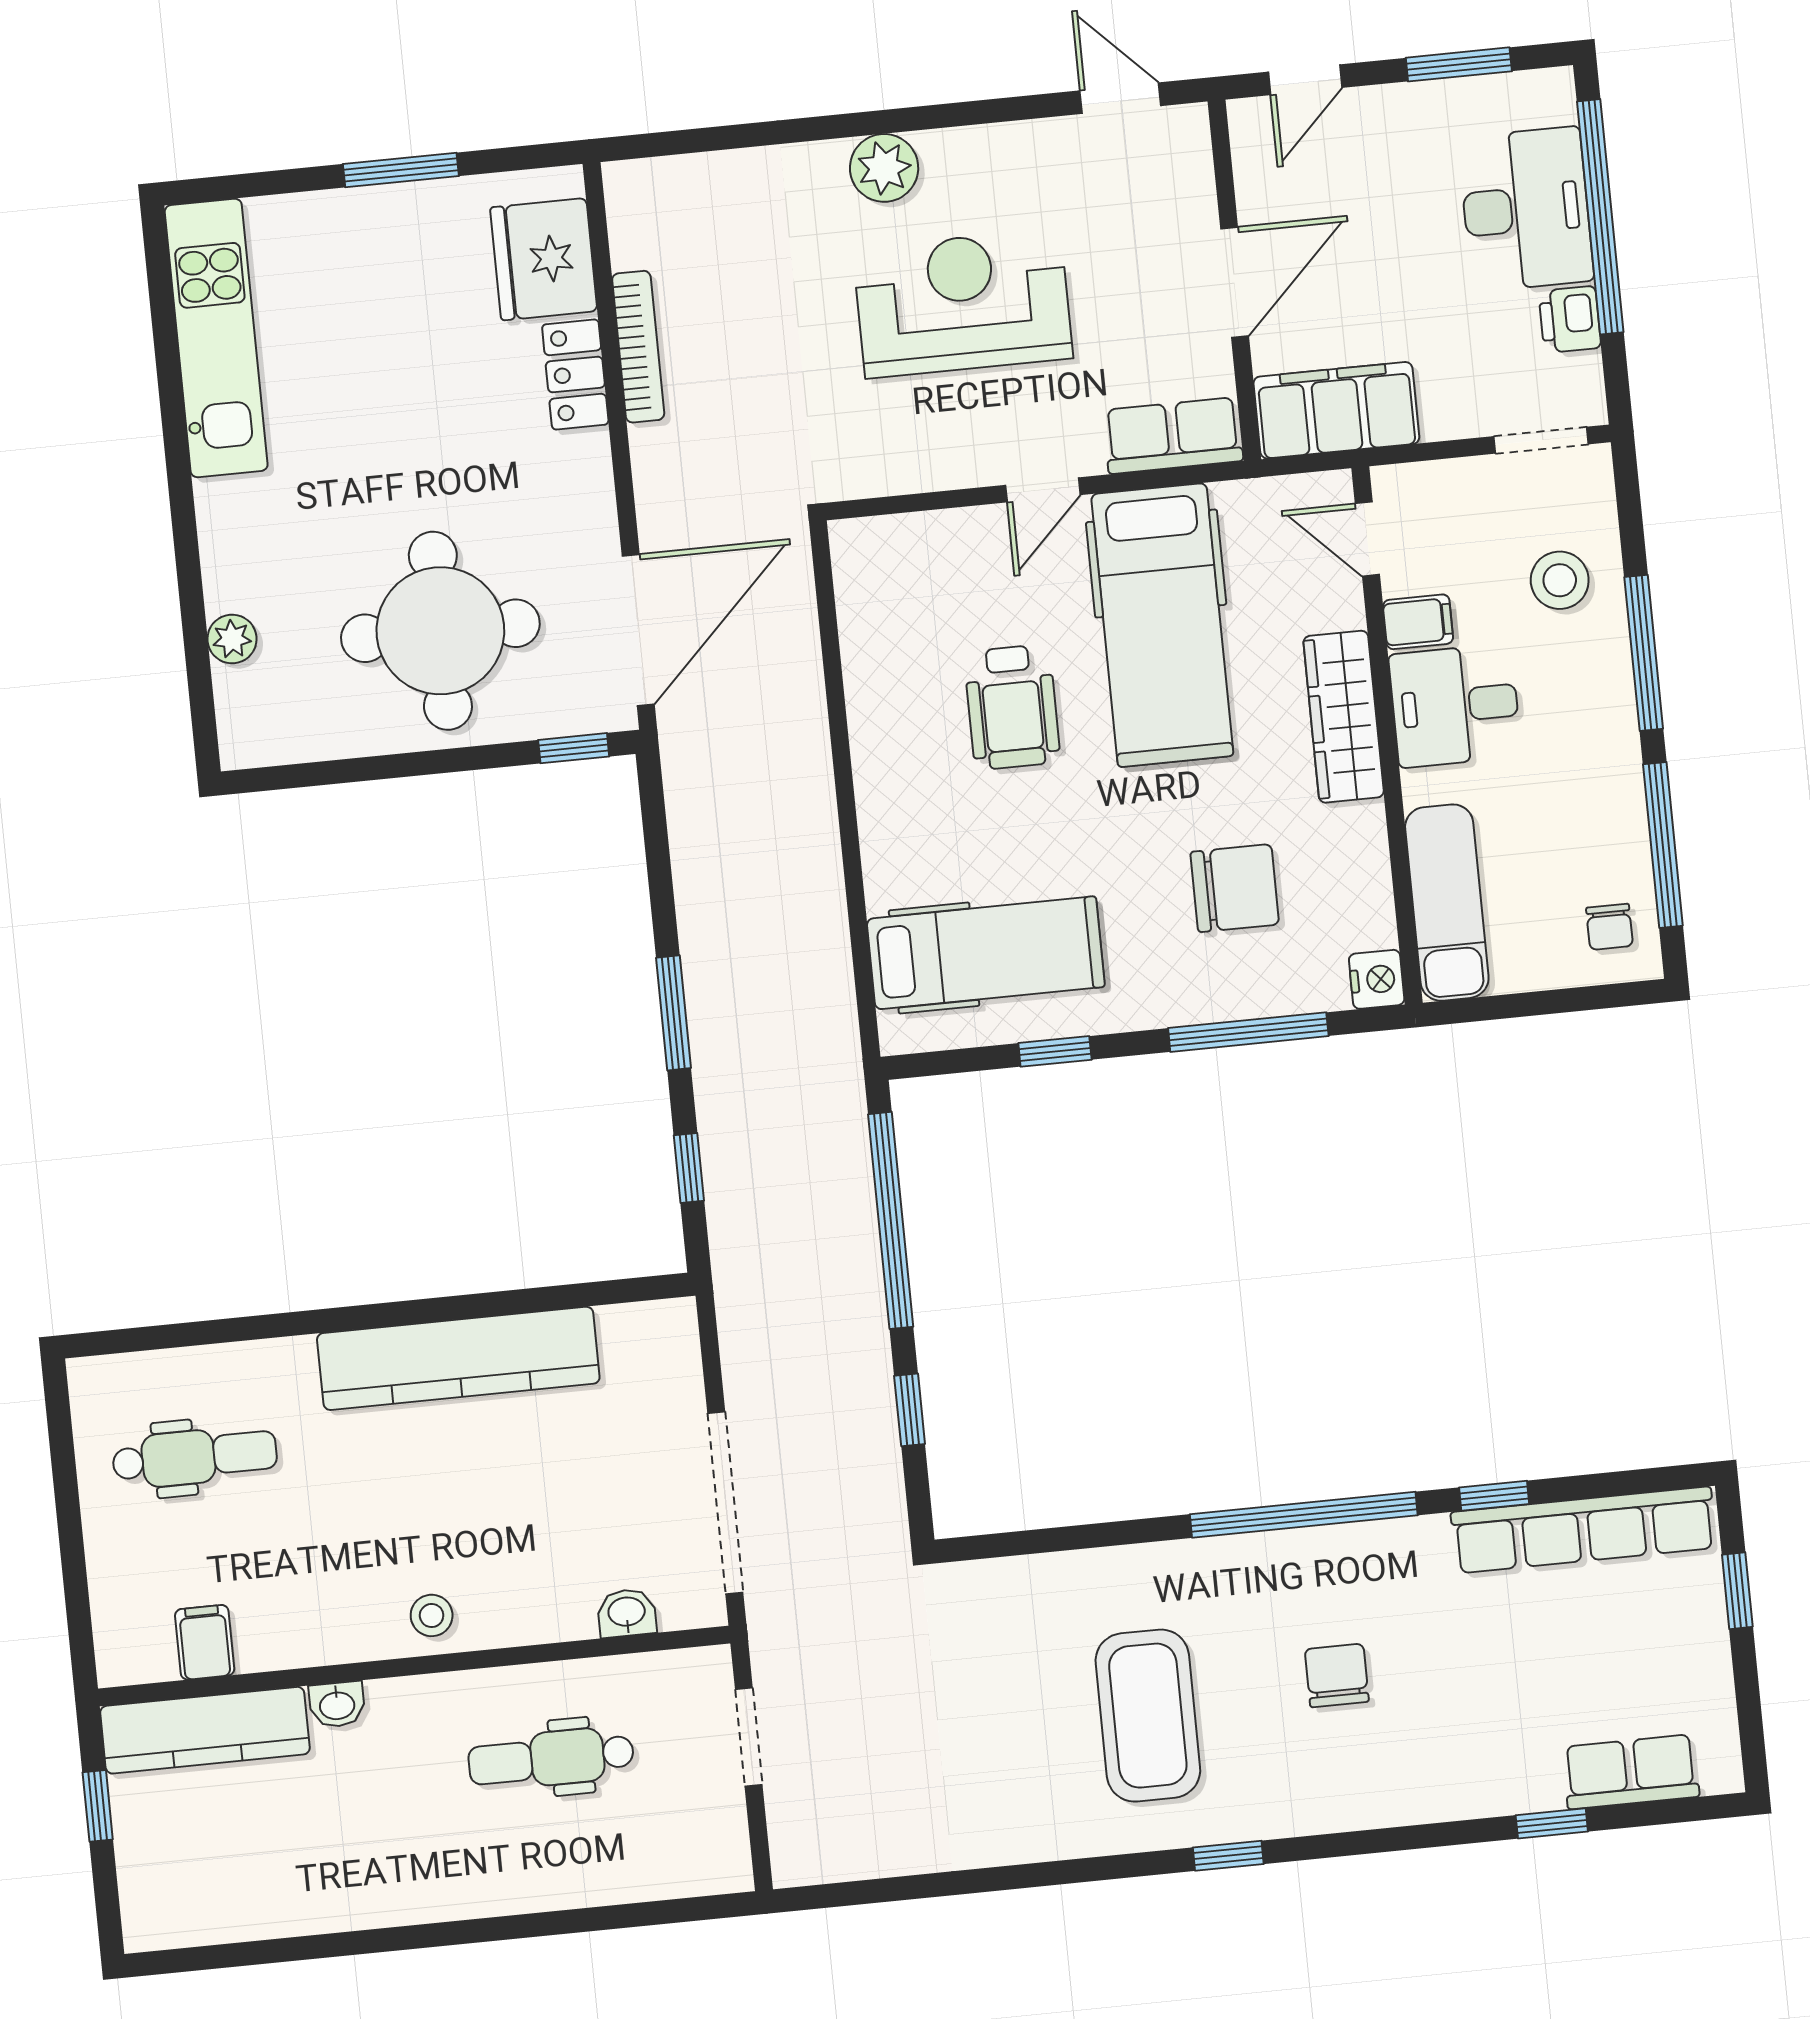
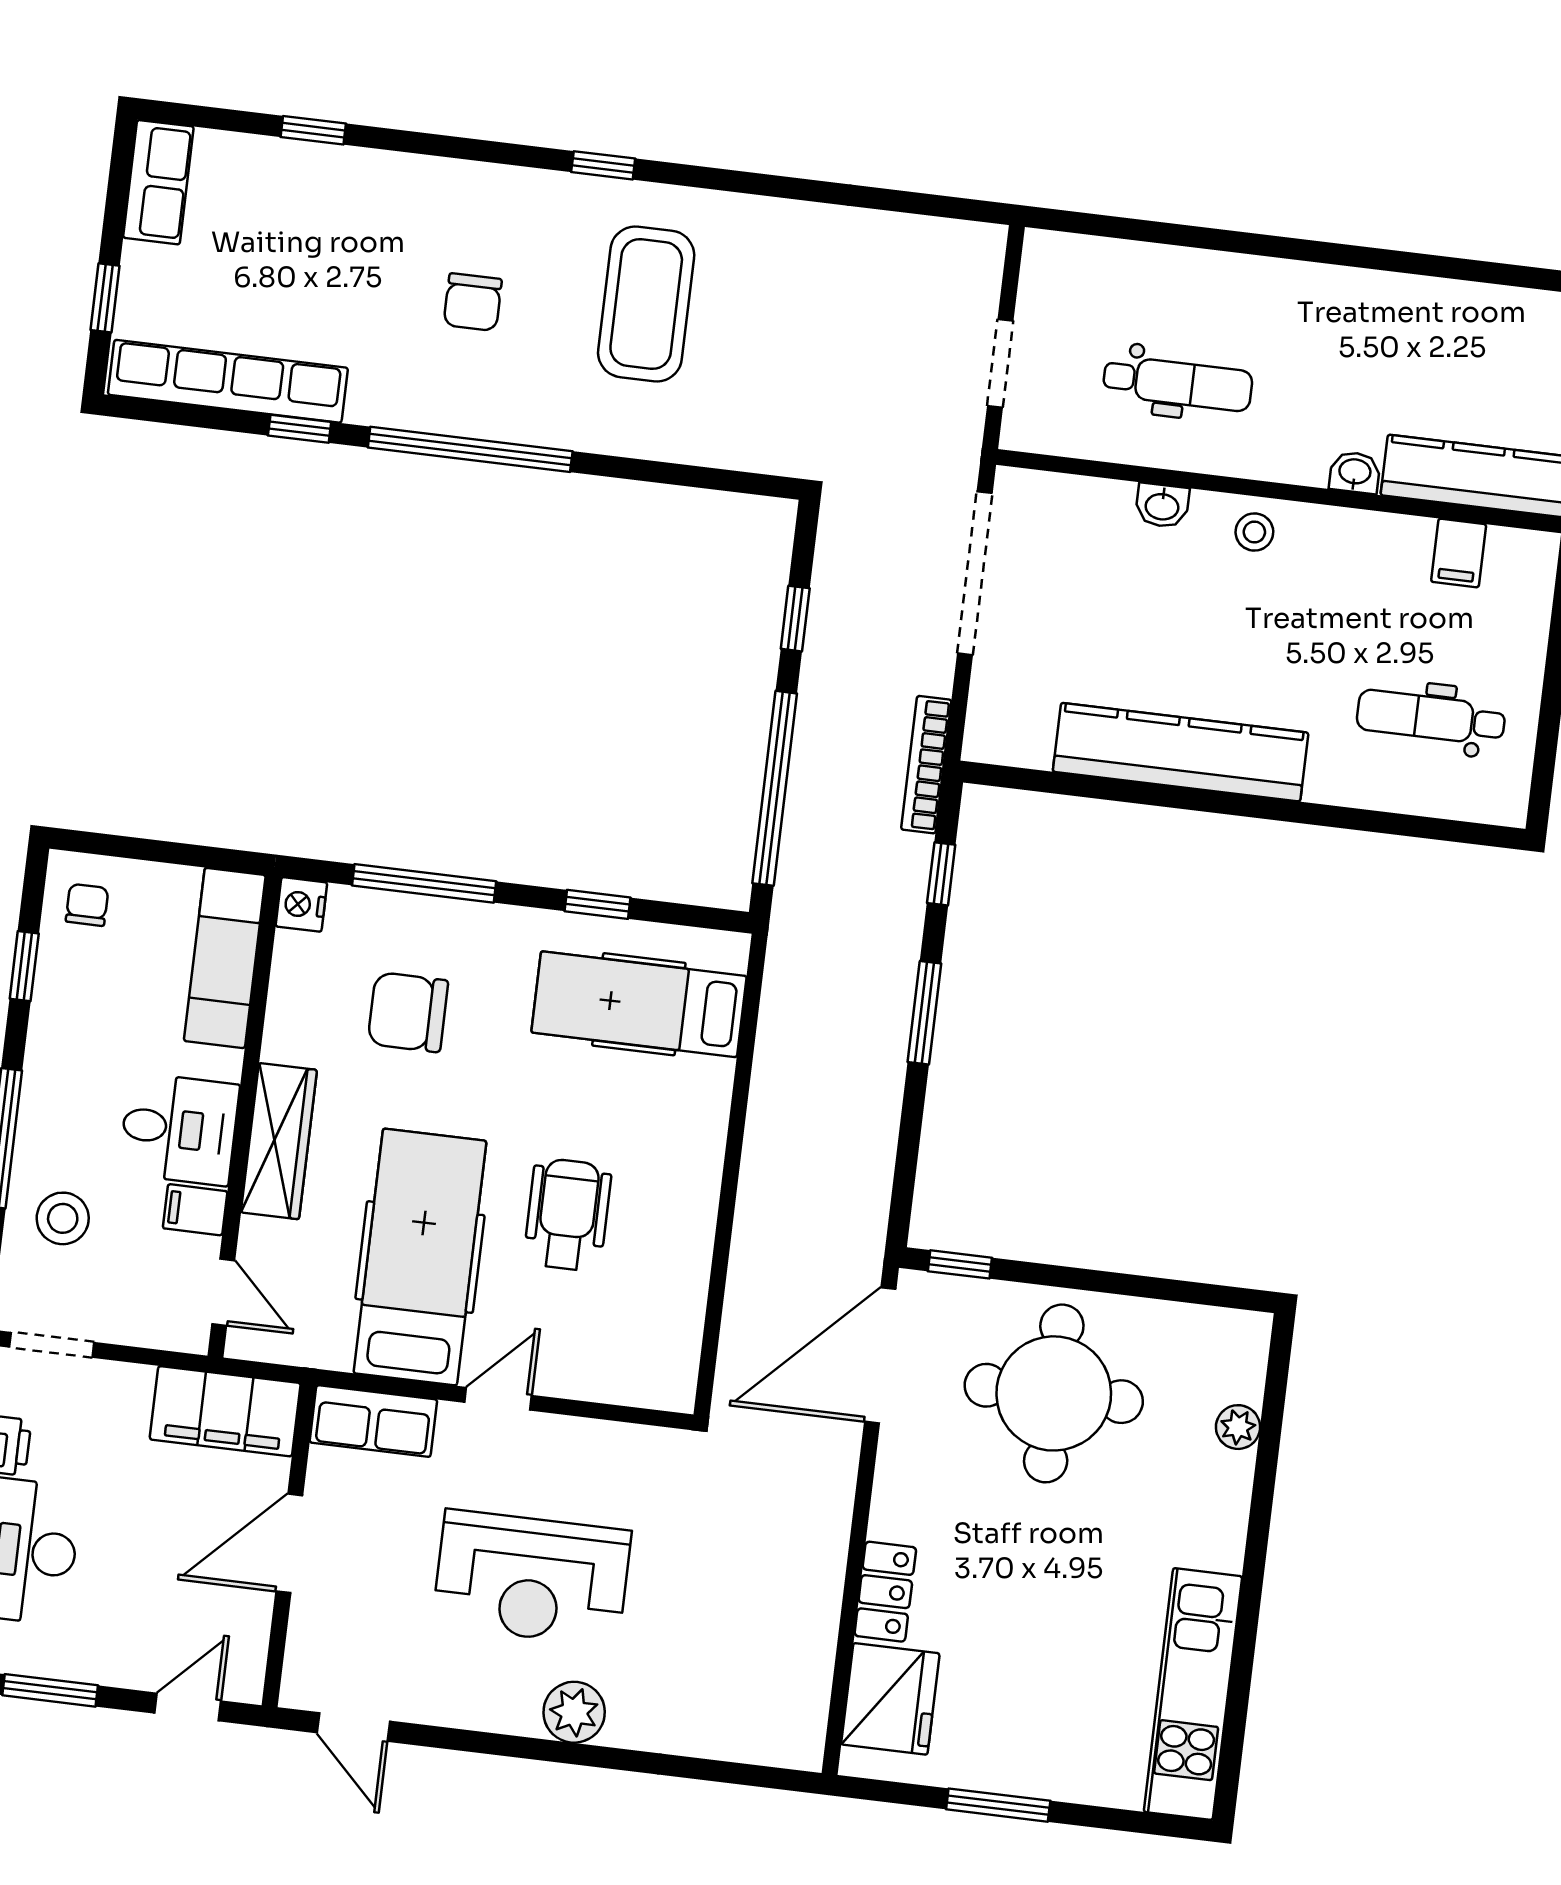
bookcase: (638, 347) -> (926, 765), moved
window: (1663, 845) -> (24, 966), width x0.46
washbasin: (627, 1613) -> (1162, 506), moved
row of seats: (1631, 1772) -> (158, 182), moved, turned -90

